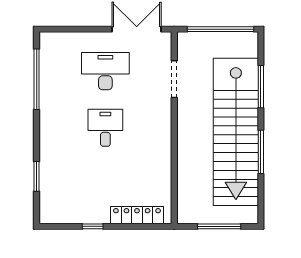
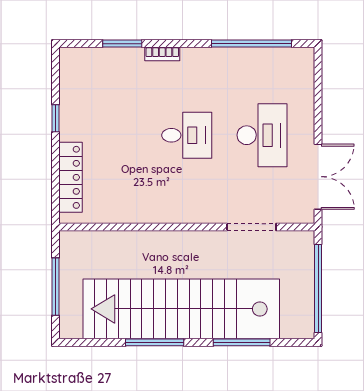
bookcase: (44, 146) -> (162, 54), added

